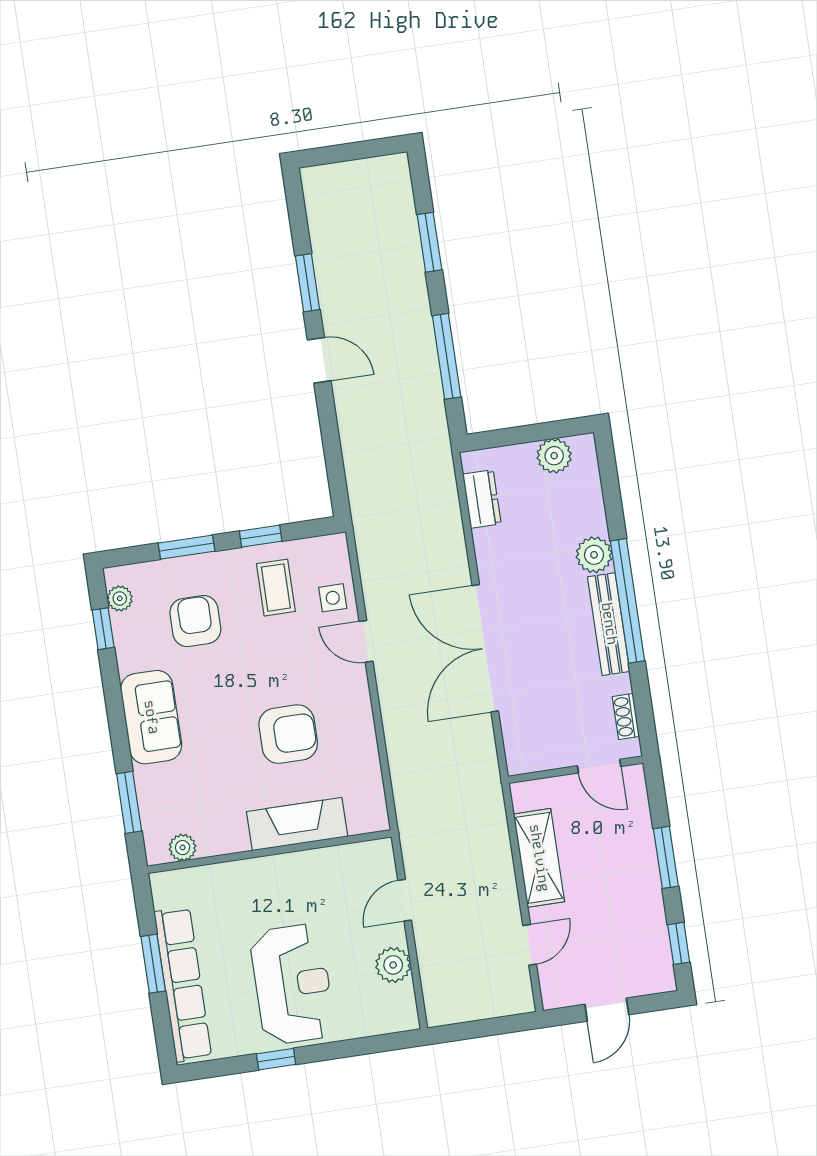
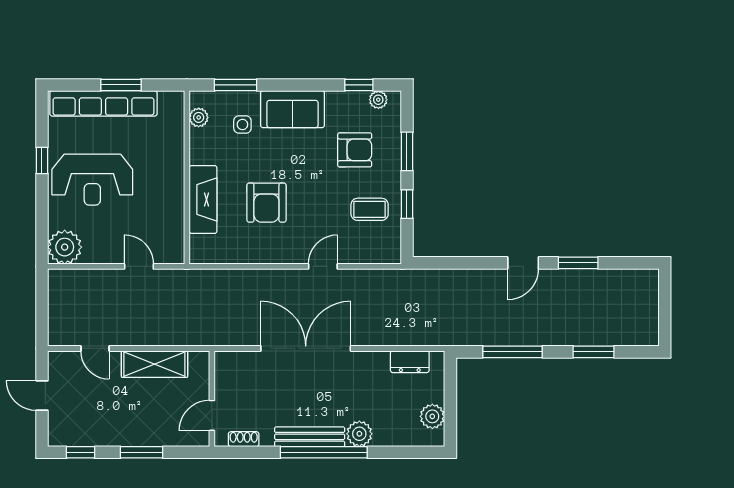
side table: (333, 598) -> (242, 124), moved
plant: (393, 965) -> (65, 247), moved, width x1.36, depth x1.36

